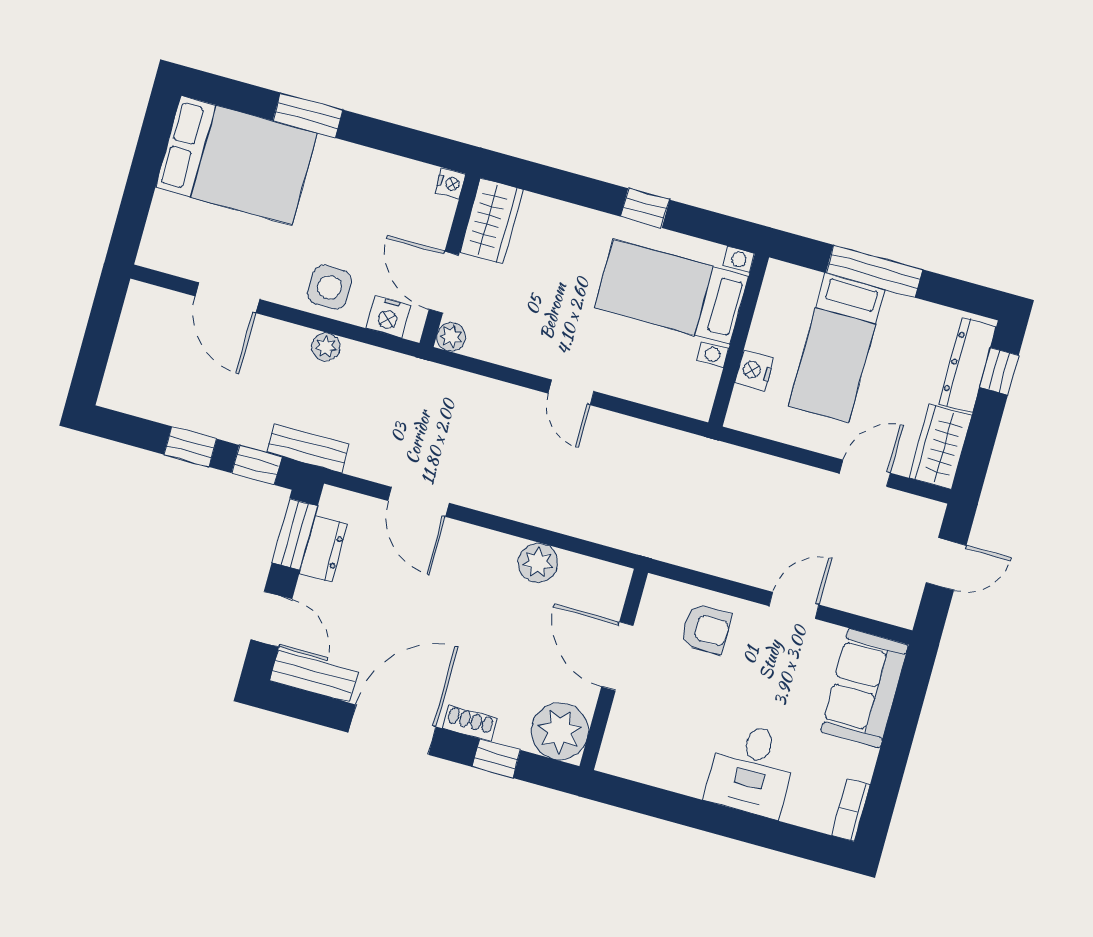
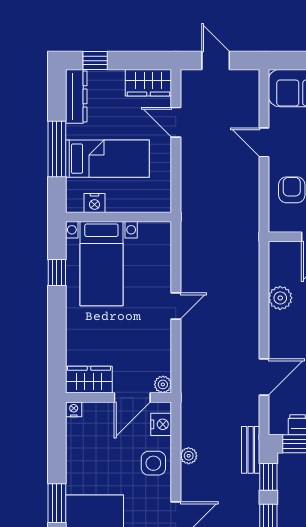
window: (645, 208) -> (57, 273), moved
dresser: (967, 365) -> (76, 96), moved, turned -90
nightstand: (754, 370) -> (95, 203), moved

